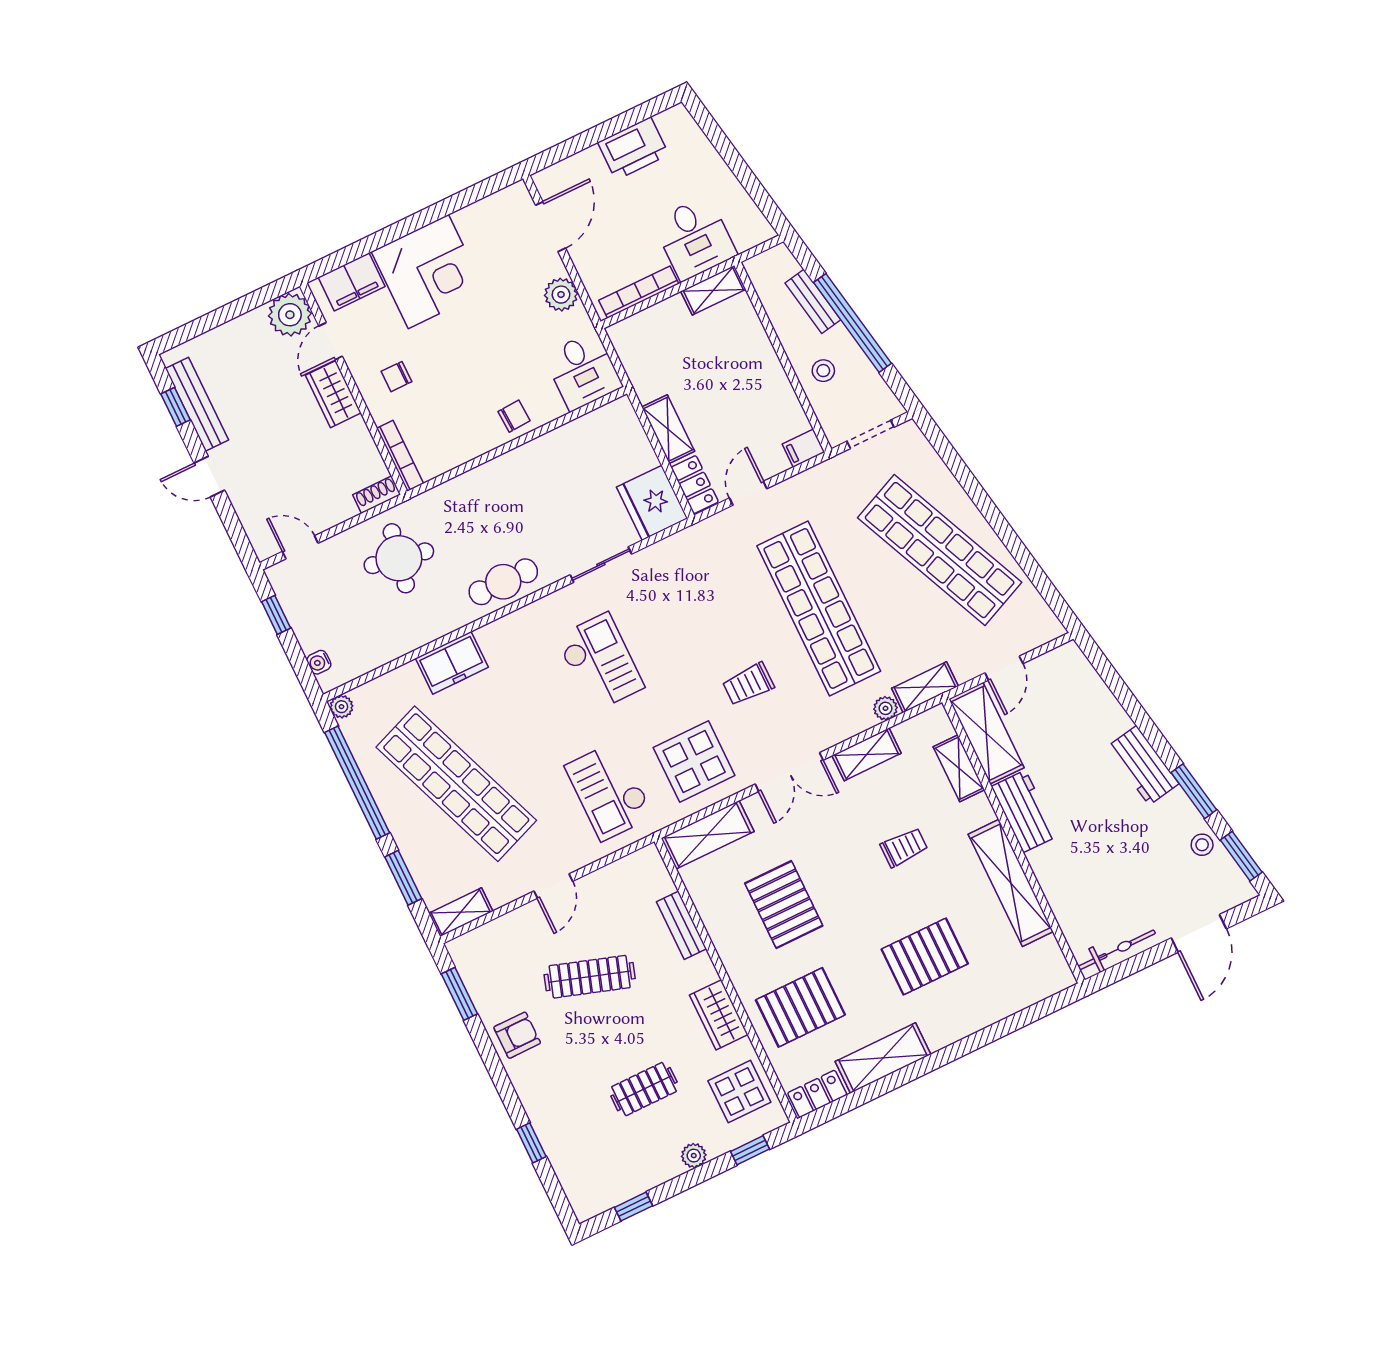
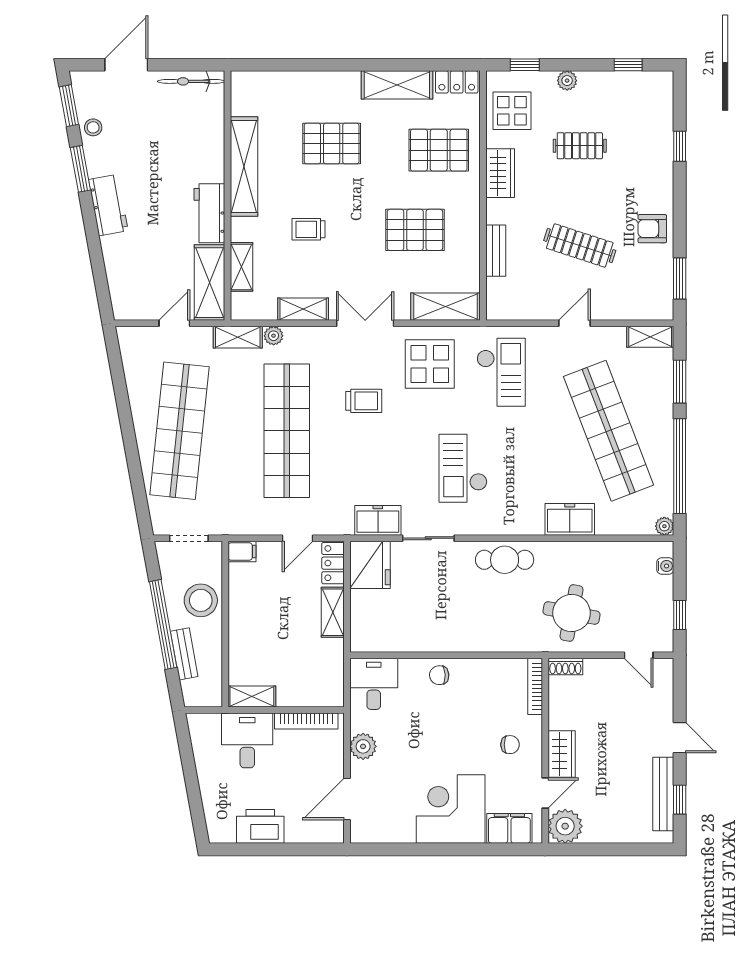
stool: (823, 371) -> (201, 600), width x1.89, depth x1.89
shop shelf: (940, 550) -> (179, 431), turned 30
freezer: (667, 557) -> (378, 520), added
pallet: (784, 905) -> (415, 230), turned 90

